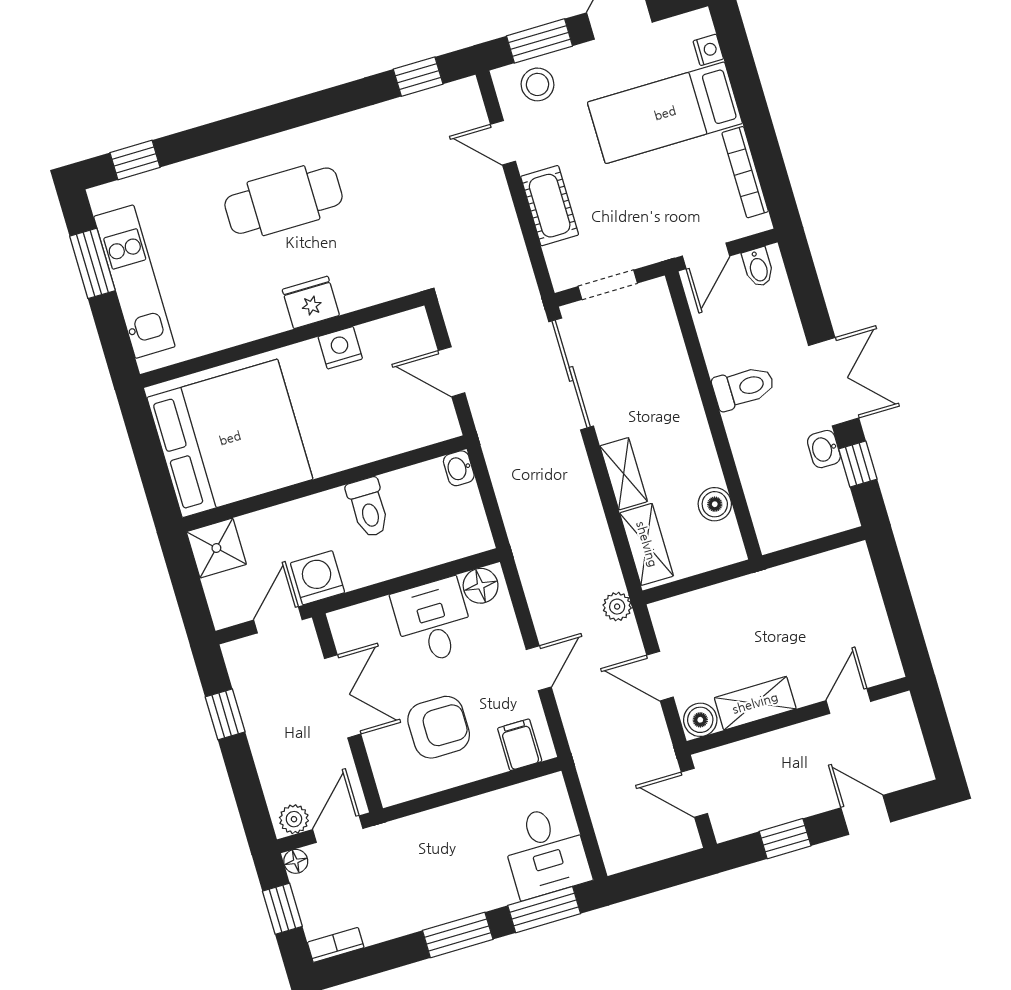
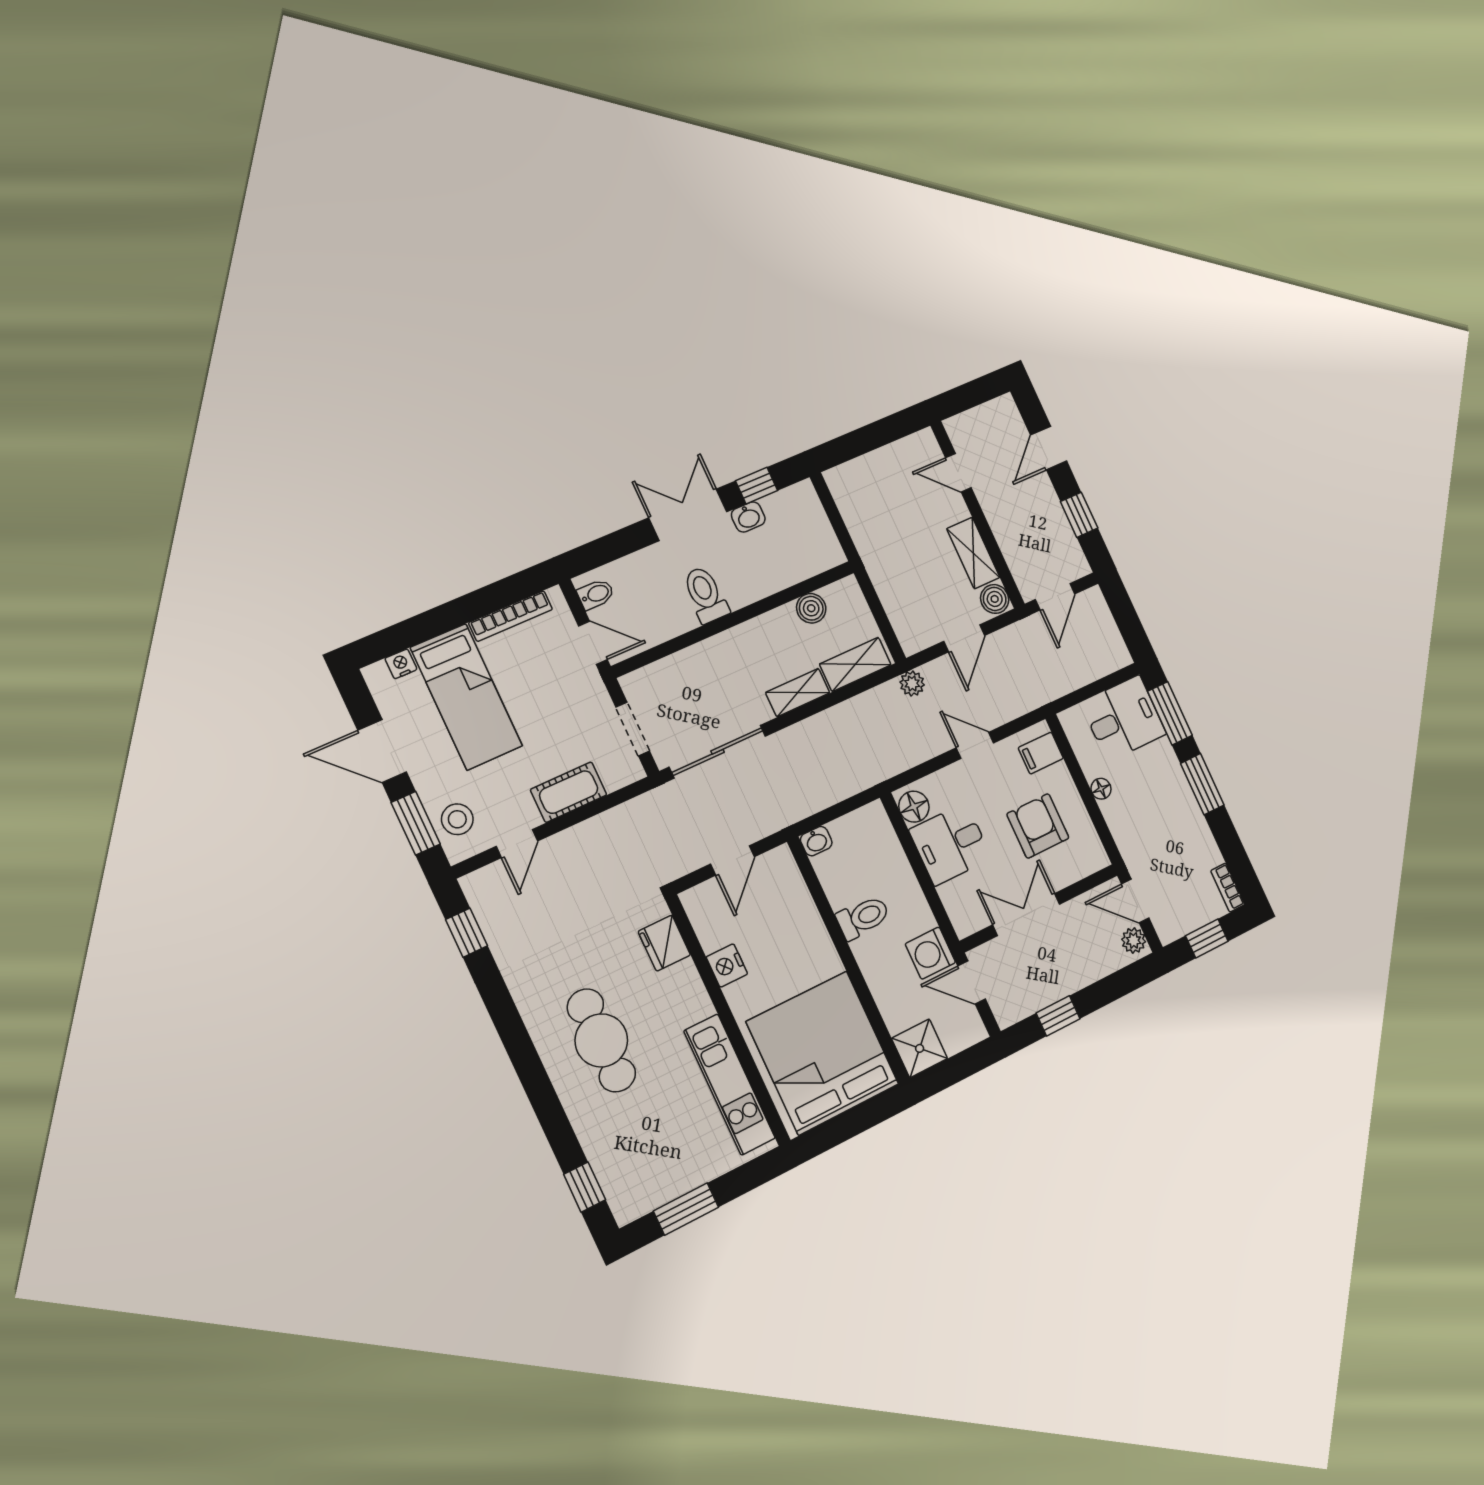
kitchen unit: (134, 282) -> (729, 1085), moved, turned -90
fridge: (311, 302) -> (664, 943), moved
floor lamp: (296, 861) -> (1101, 789), moved

